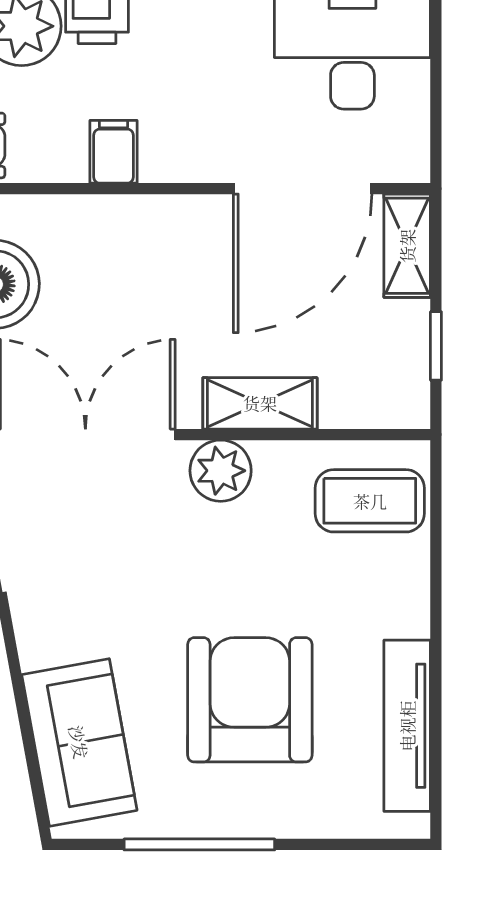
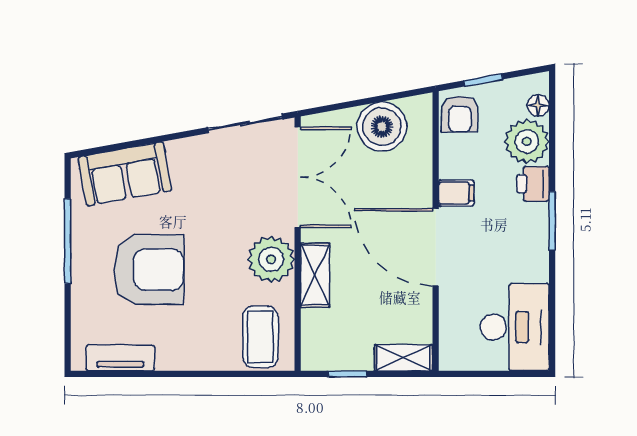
door: (303, 189) -> (436, 247), moved
plant: (221, 471) -> (271, 259), width x1.36, depth x1.36
tv unit: (407, 726) -> (120, 358), width x0.71

